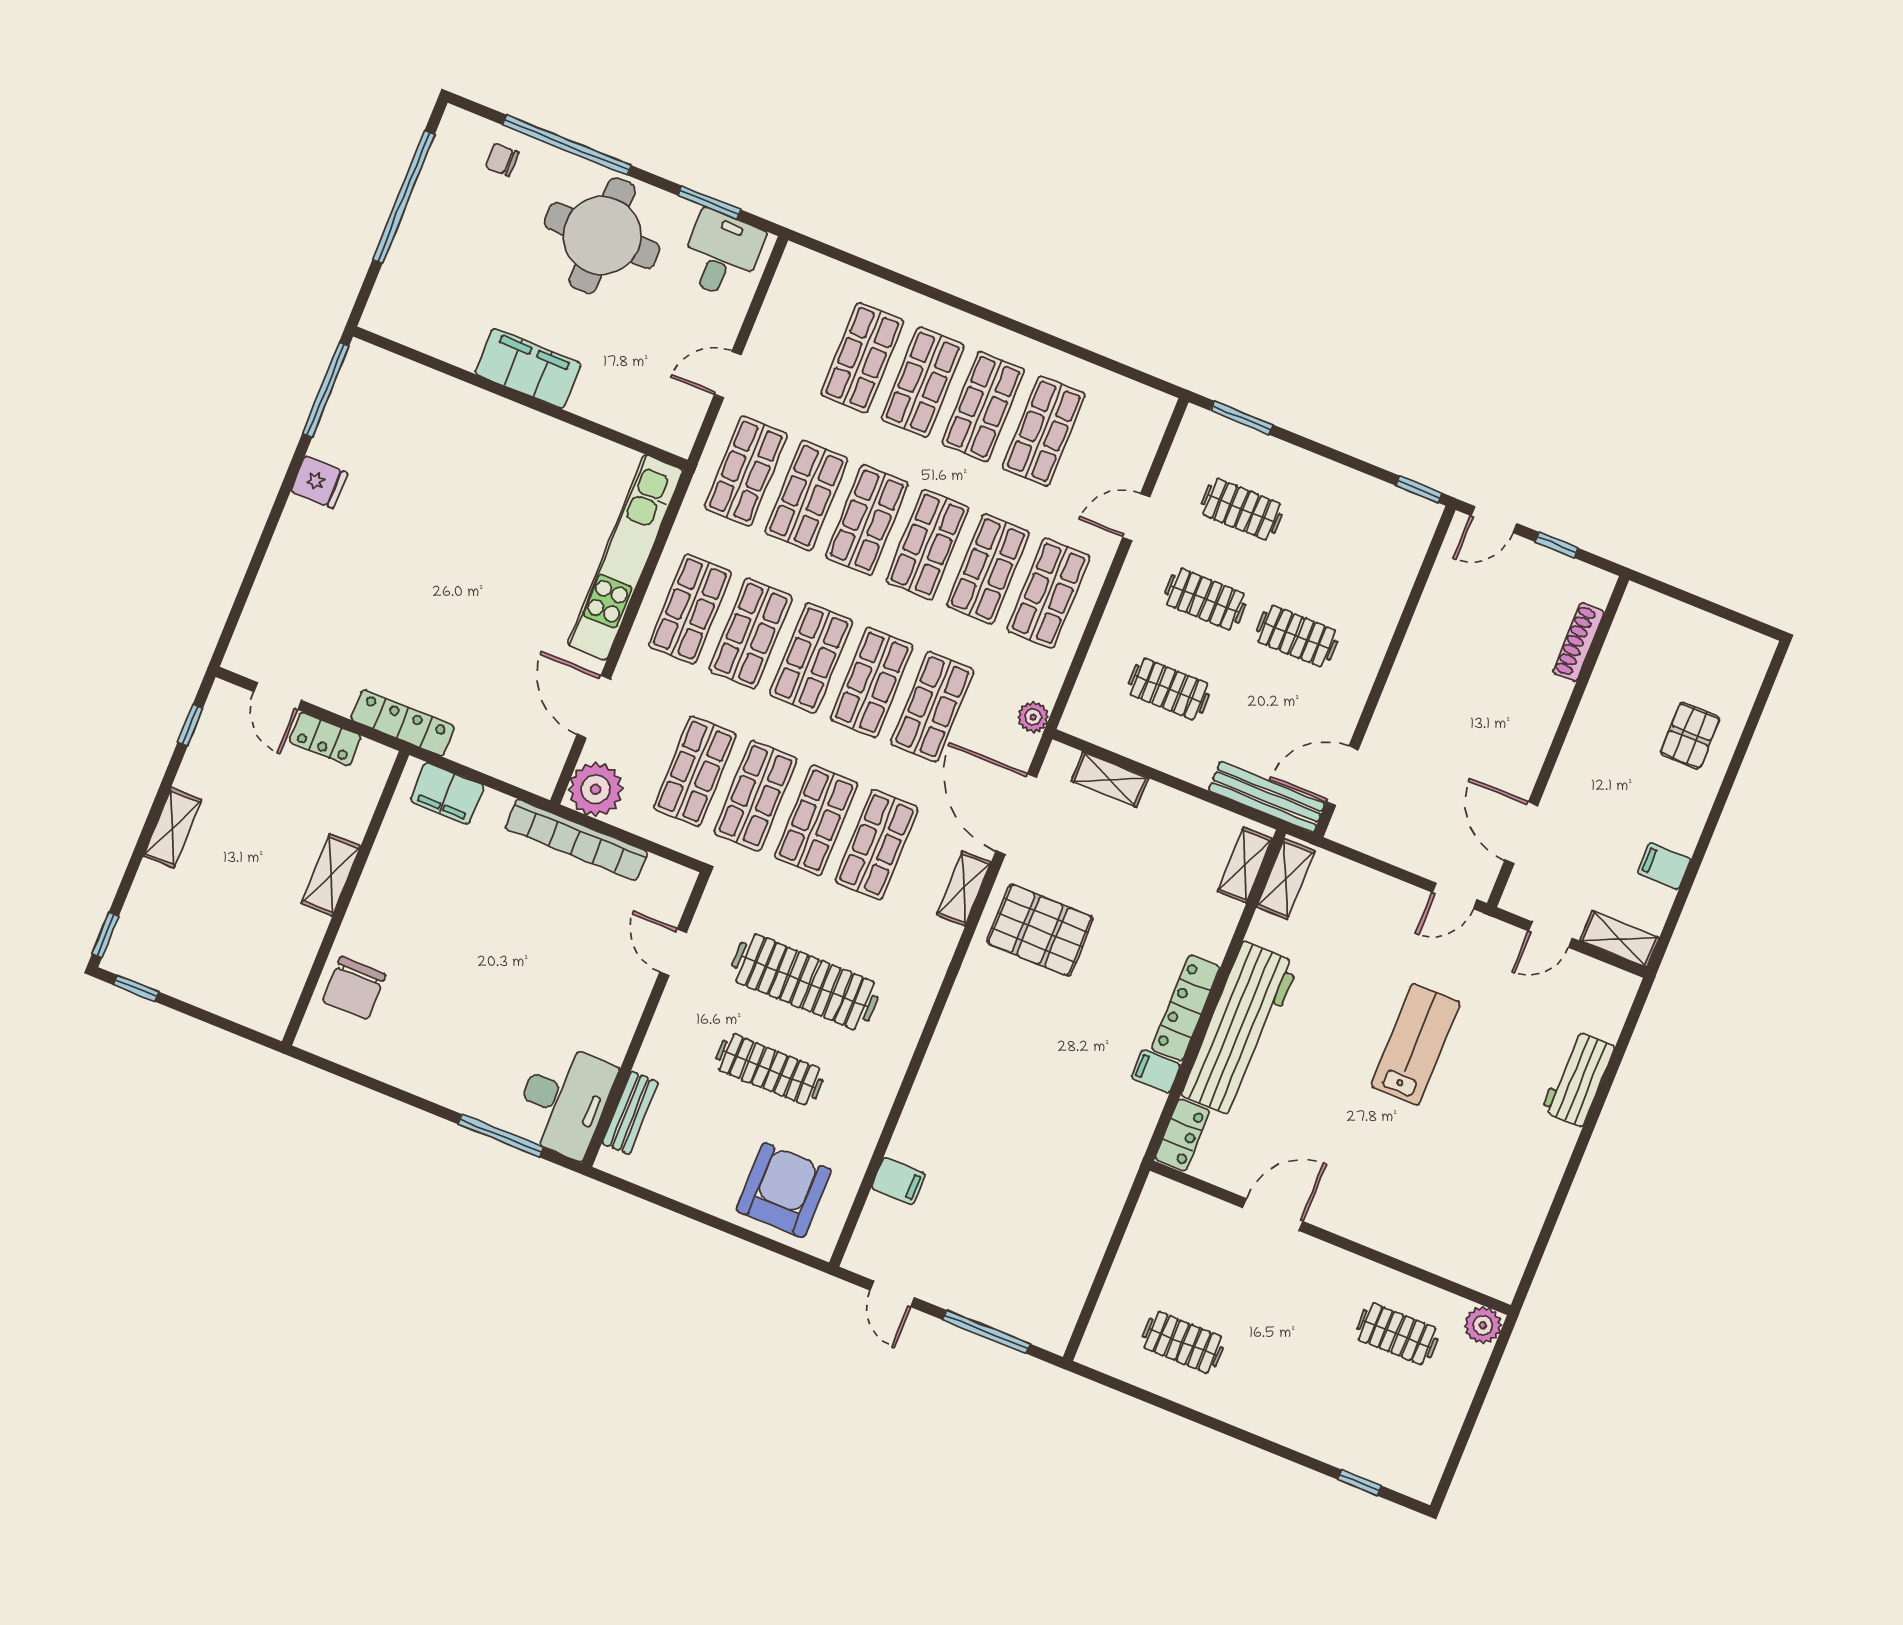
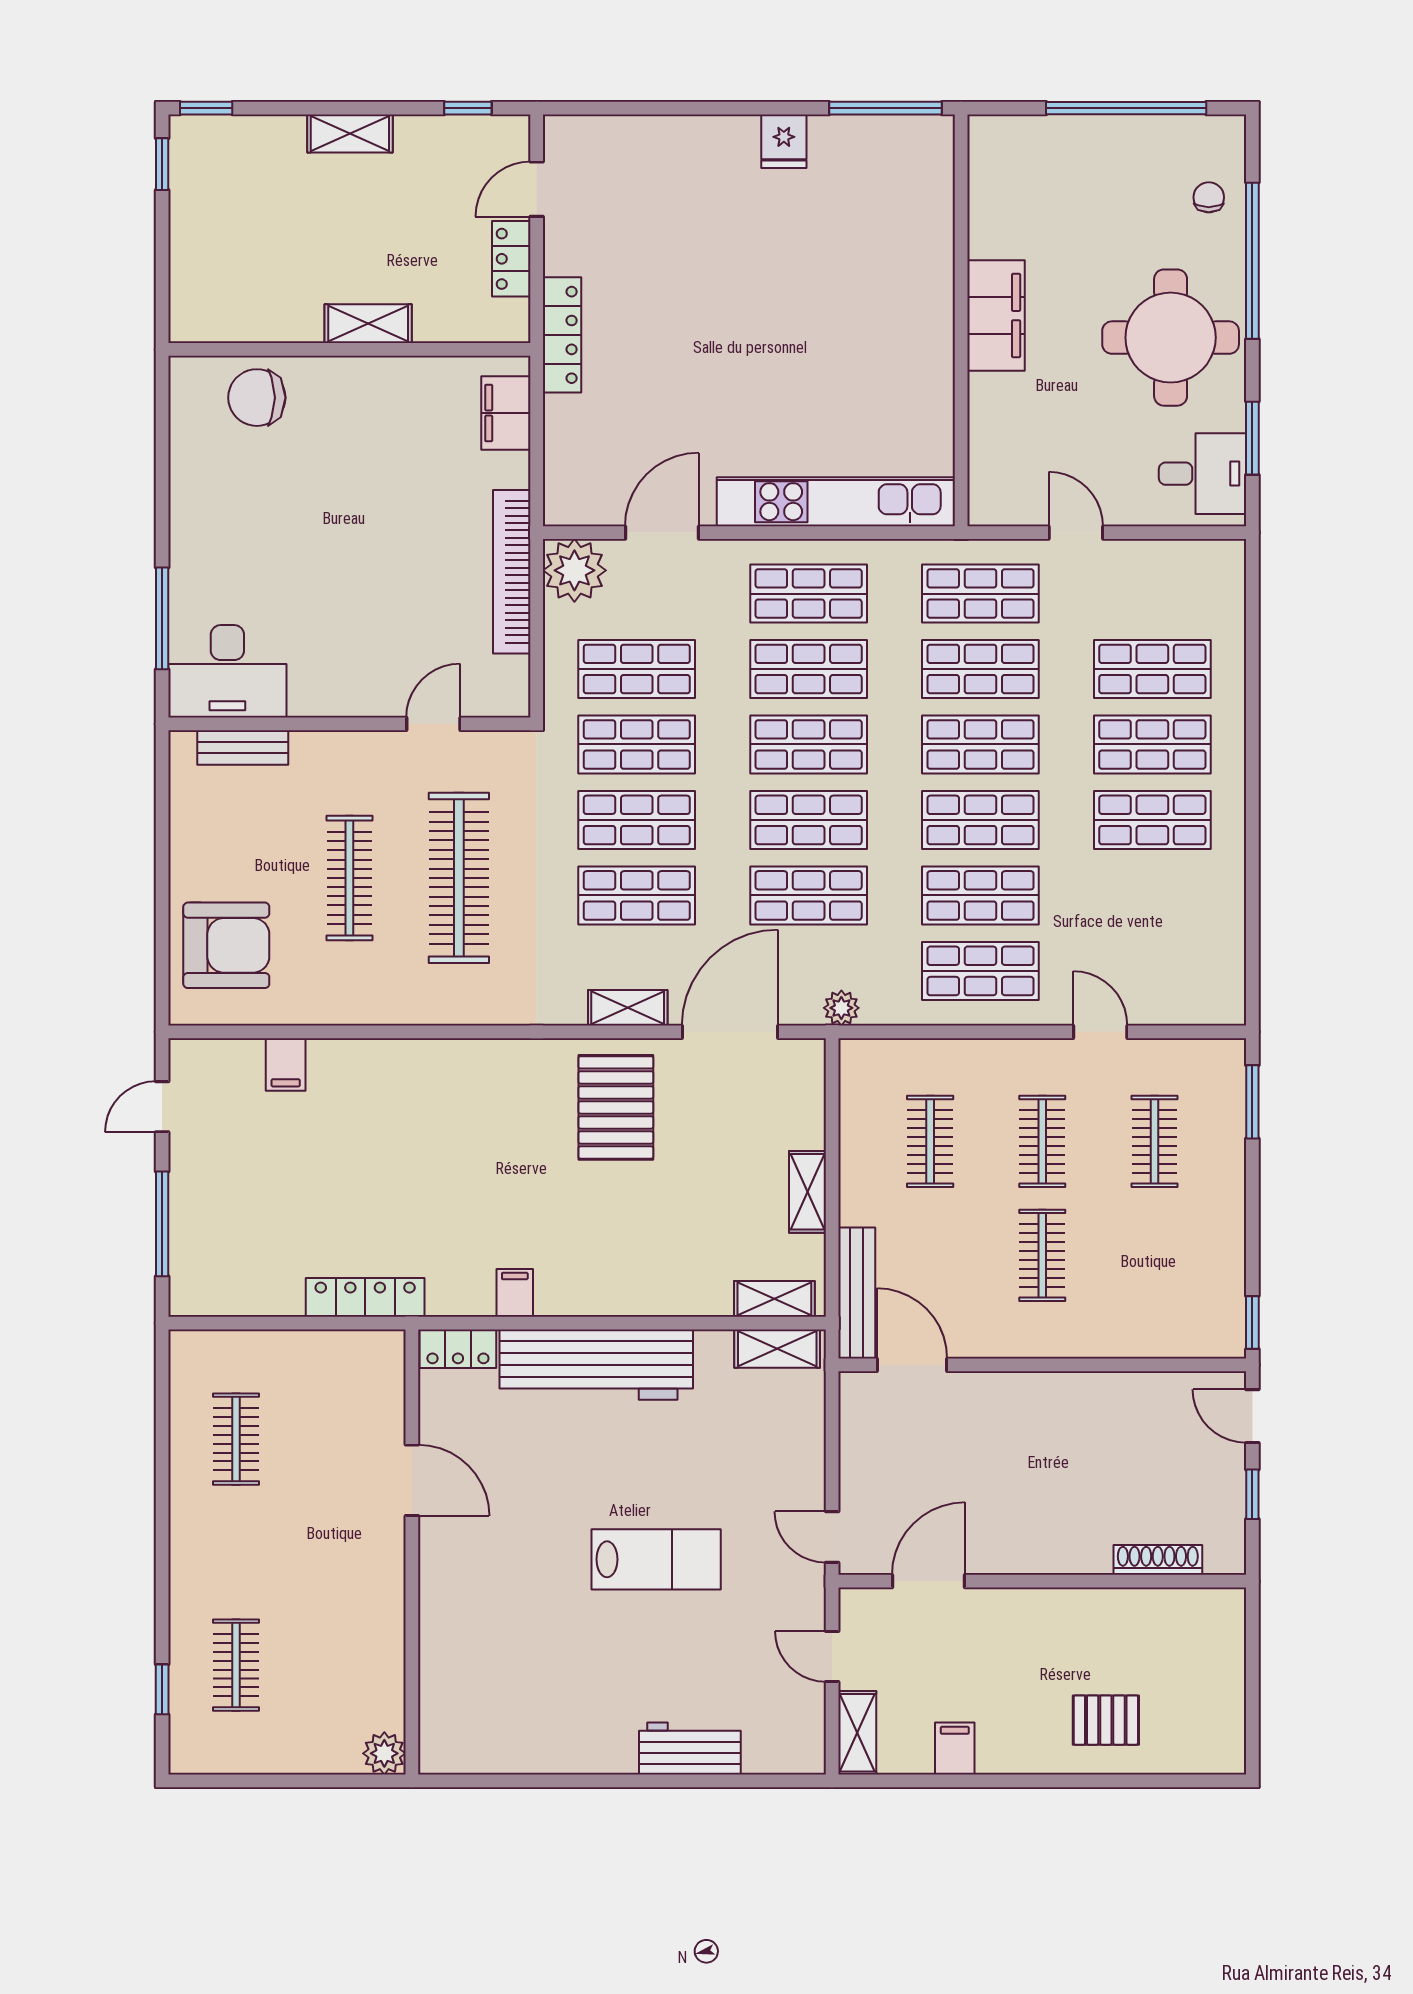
shop shelf: (1044, 431) -> (1152, 895), removed
shelving: (1110, 780) -> (807, 1192), moved
locker: (1186, 1008) -> (365, 1297), moved
clothes rail: (1397, 1334) -> (236, 1665), moved

